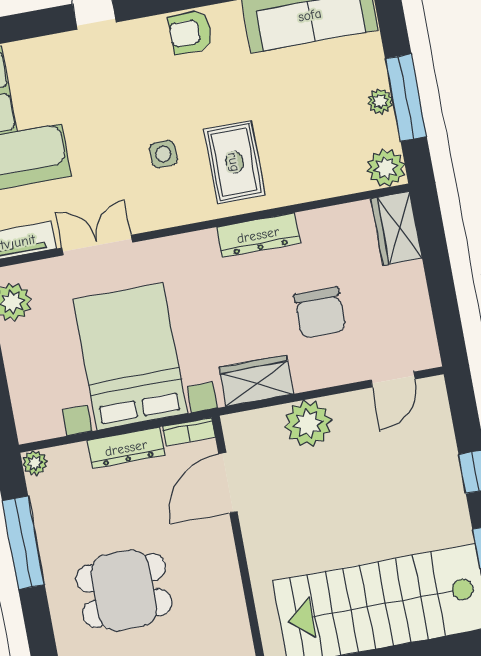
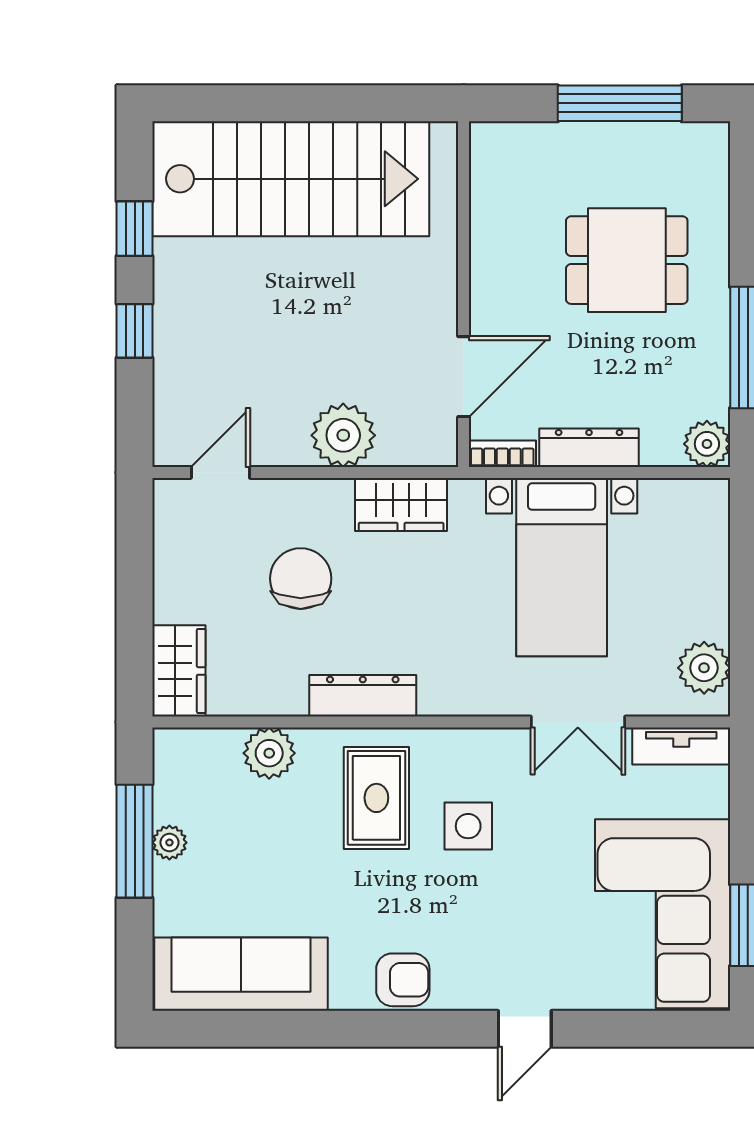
side table: (163, 154) -> (468, 826), width x1.37, depth x1.37
plant: (386, 168) -> (269, 753), moved
bed with nightstands: (130, 356) -> (562, 567), width x0.73
plant: (35, 463) -> (707, 444), width x1.38, depth x1.38

